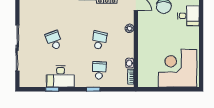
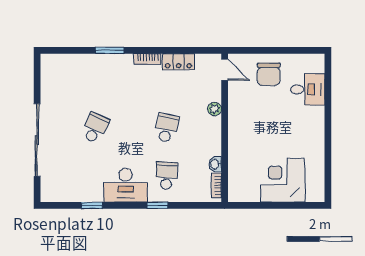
school desk: (54, 40) -> (95, 128), turned 45
corner desk: (178, 68) -> (283, 180), width x0.74, depth x0.74
desk: (61, 76) -> (126, 185), moved

